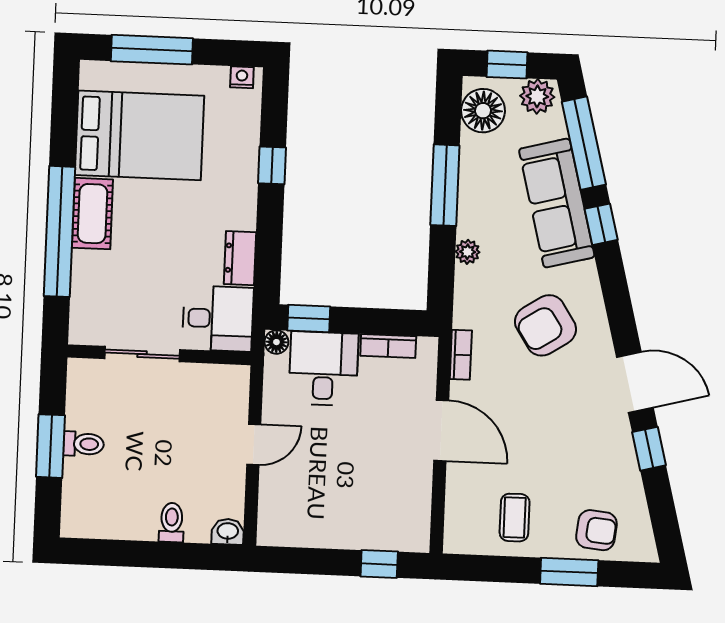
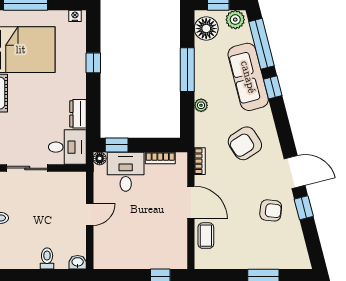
coffee table: (515, 518) -> (206, 236), moved
armchair: (596, 530) -> (271, 210), moved

